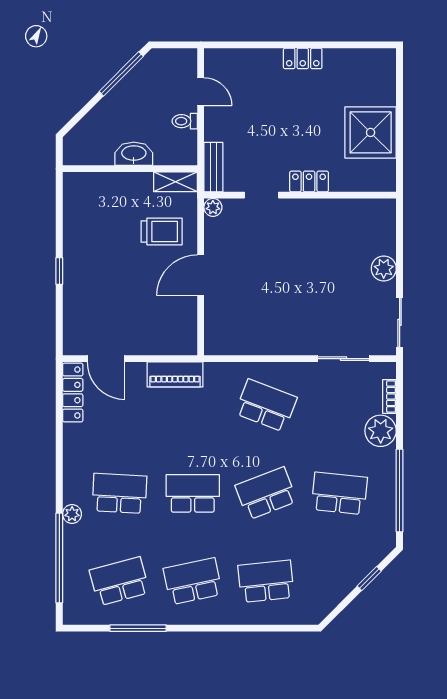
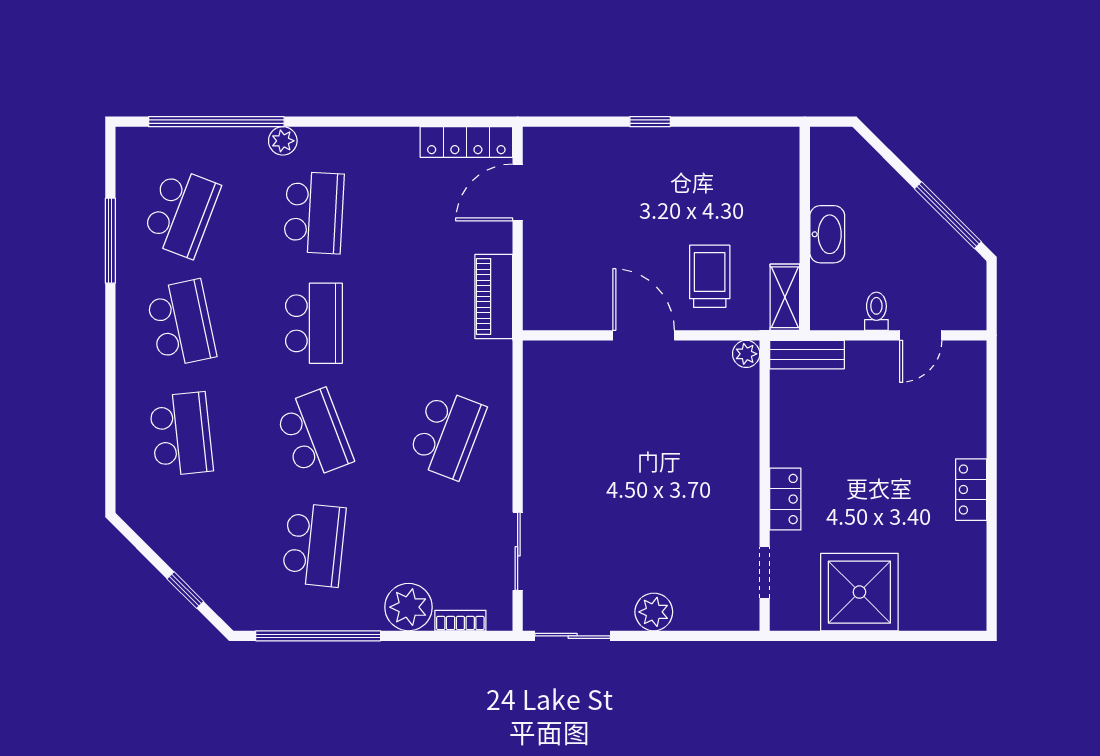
doorway: (261, 195) -> (765, 573), moved
trolley: (162, 232) -> (710, 276), turned 180
school desk: (119, 581) -> (181, 213), turned 36

